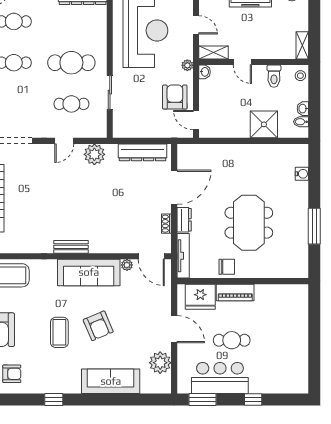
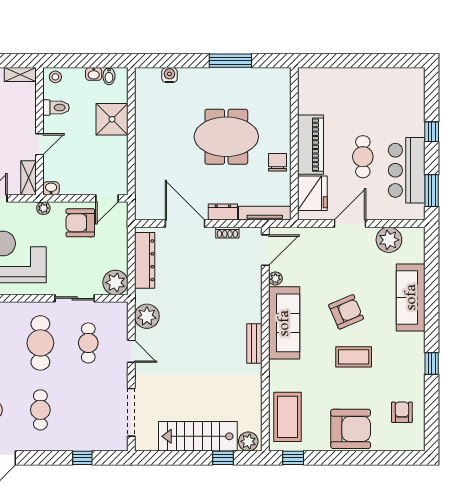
plant: (123, 127) -> (115, 283), added
piano: (235, 292) -> (311, 145), width x1.37, depth x1.33

